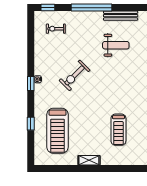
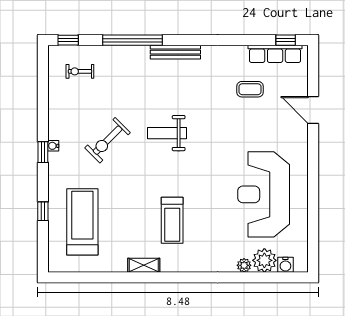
weight bench: (116, 45) -> (167, 133), moved, turned 180
treadmill: (58, 131) -> (82, 222), turned 180
shelving: (89, 160) -> (144, 265), moved

